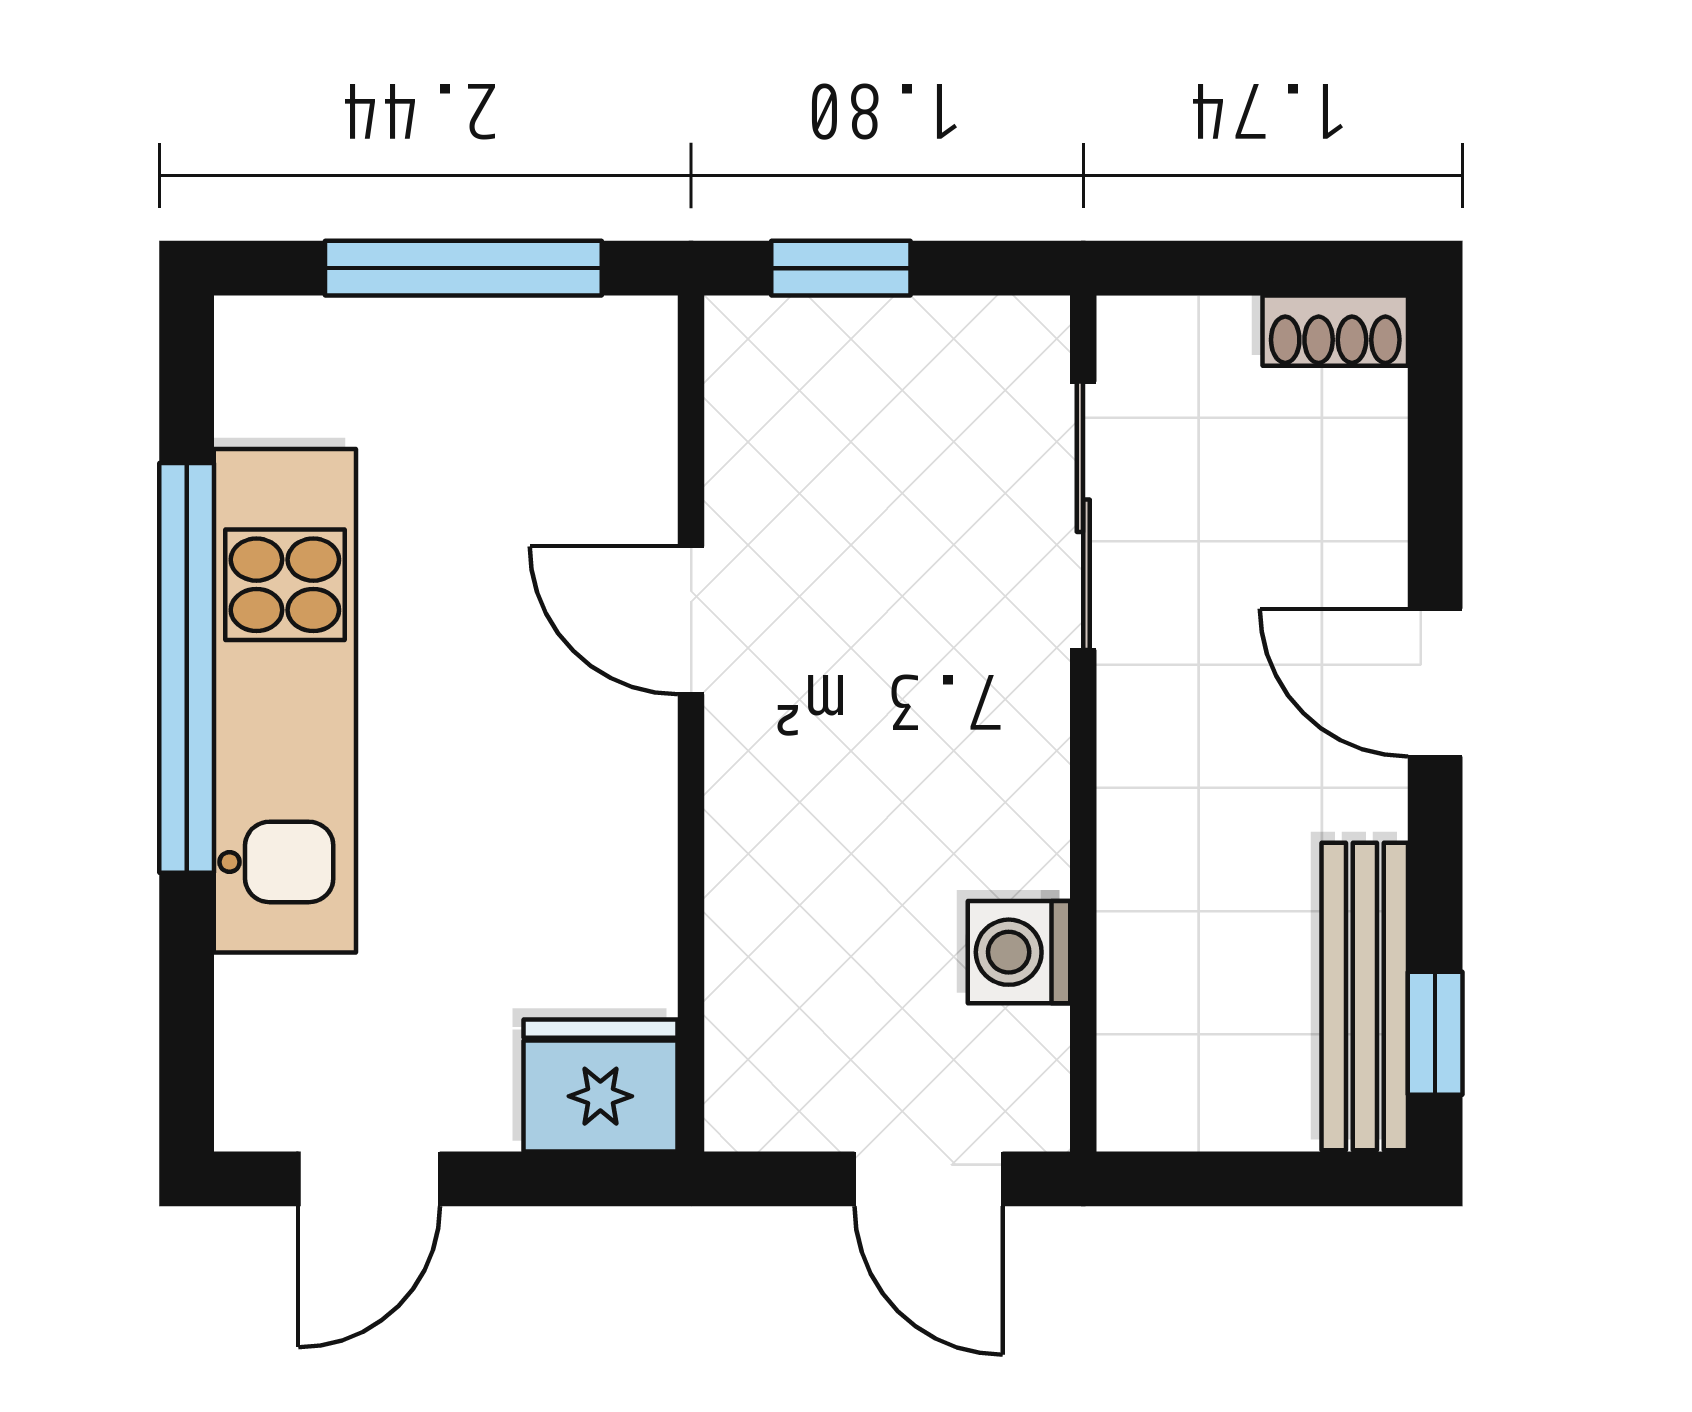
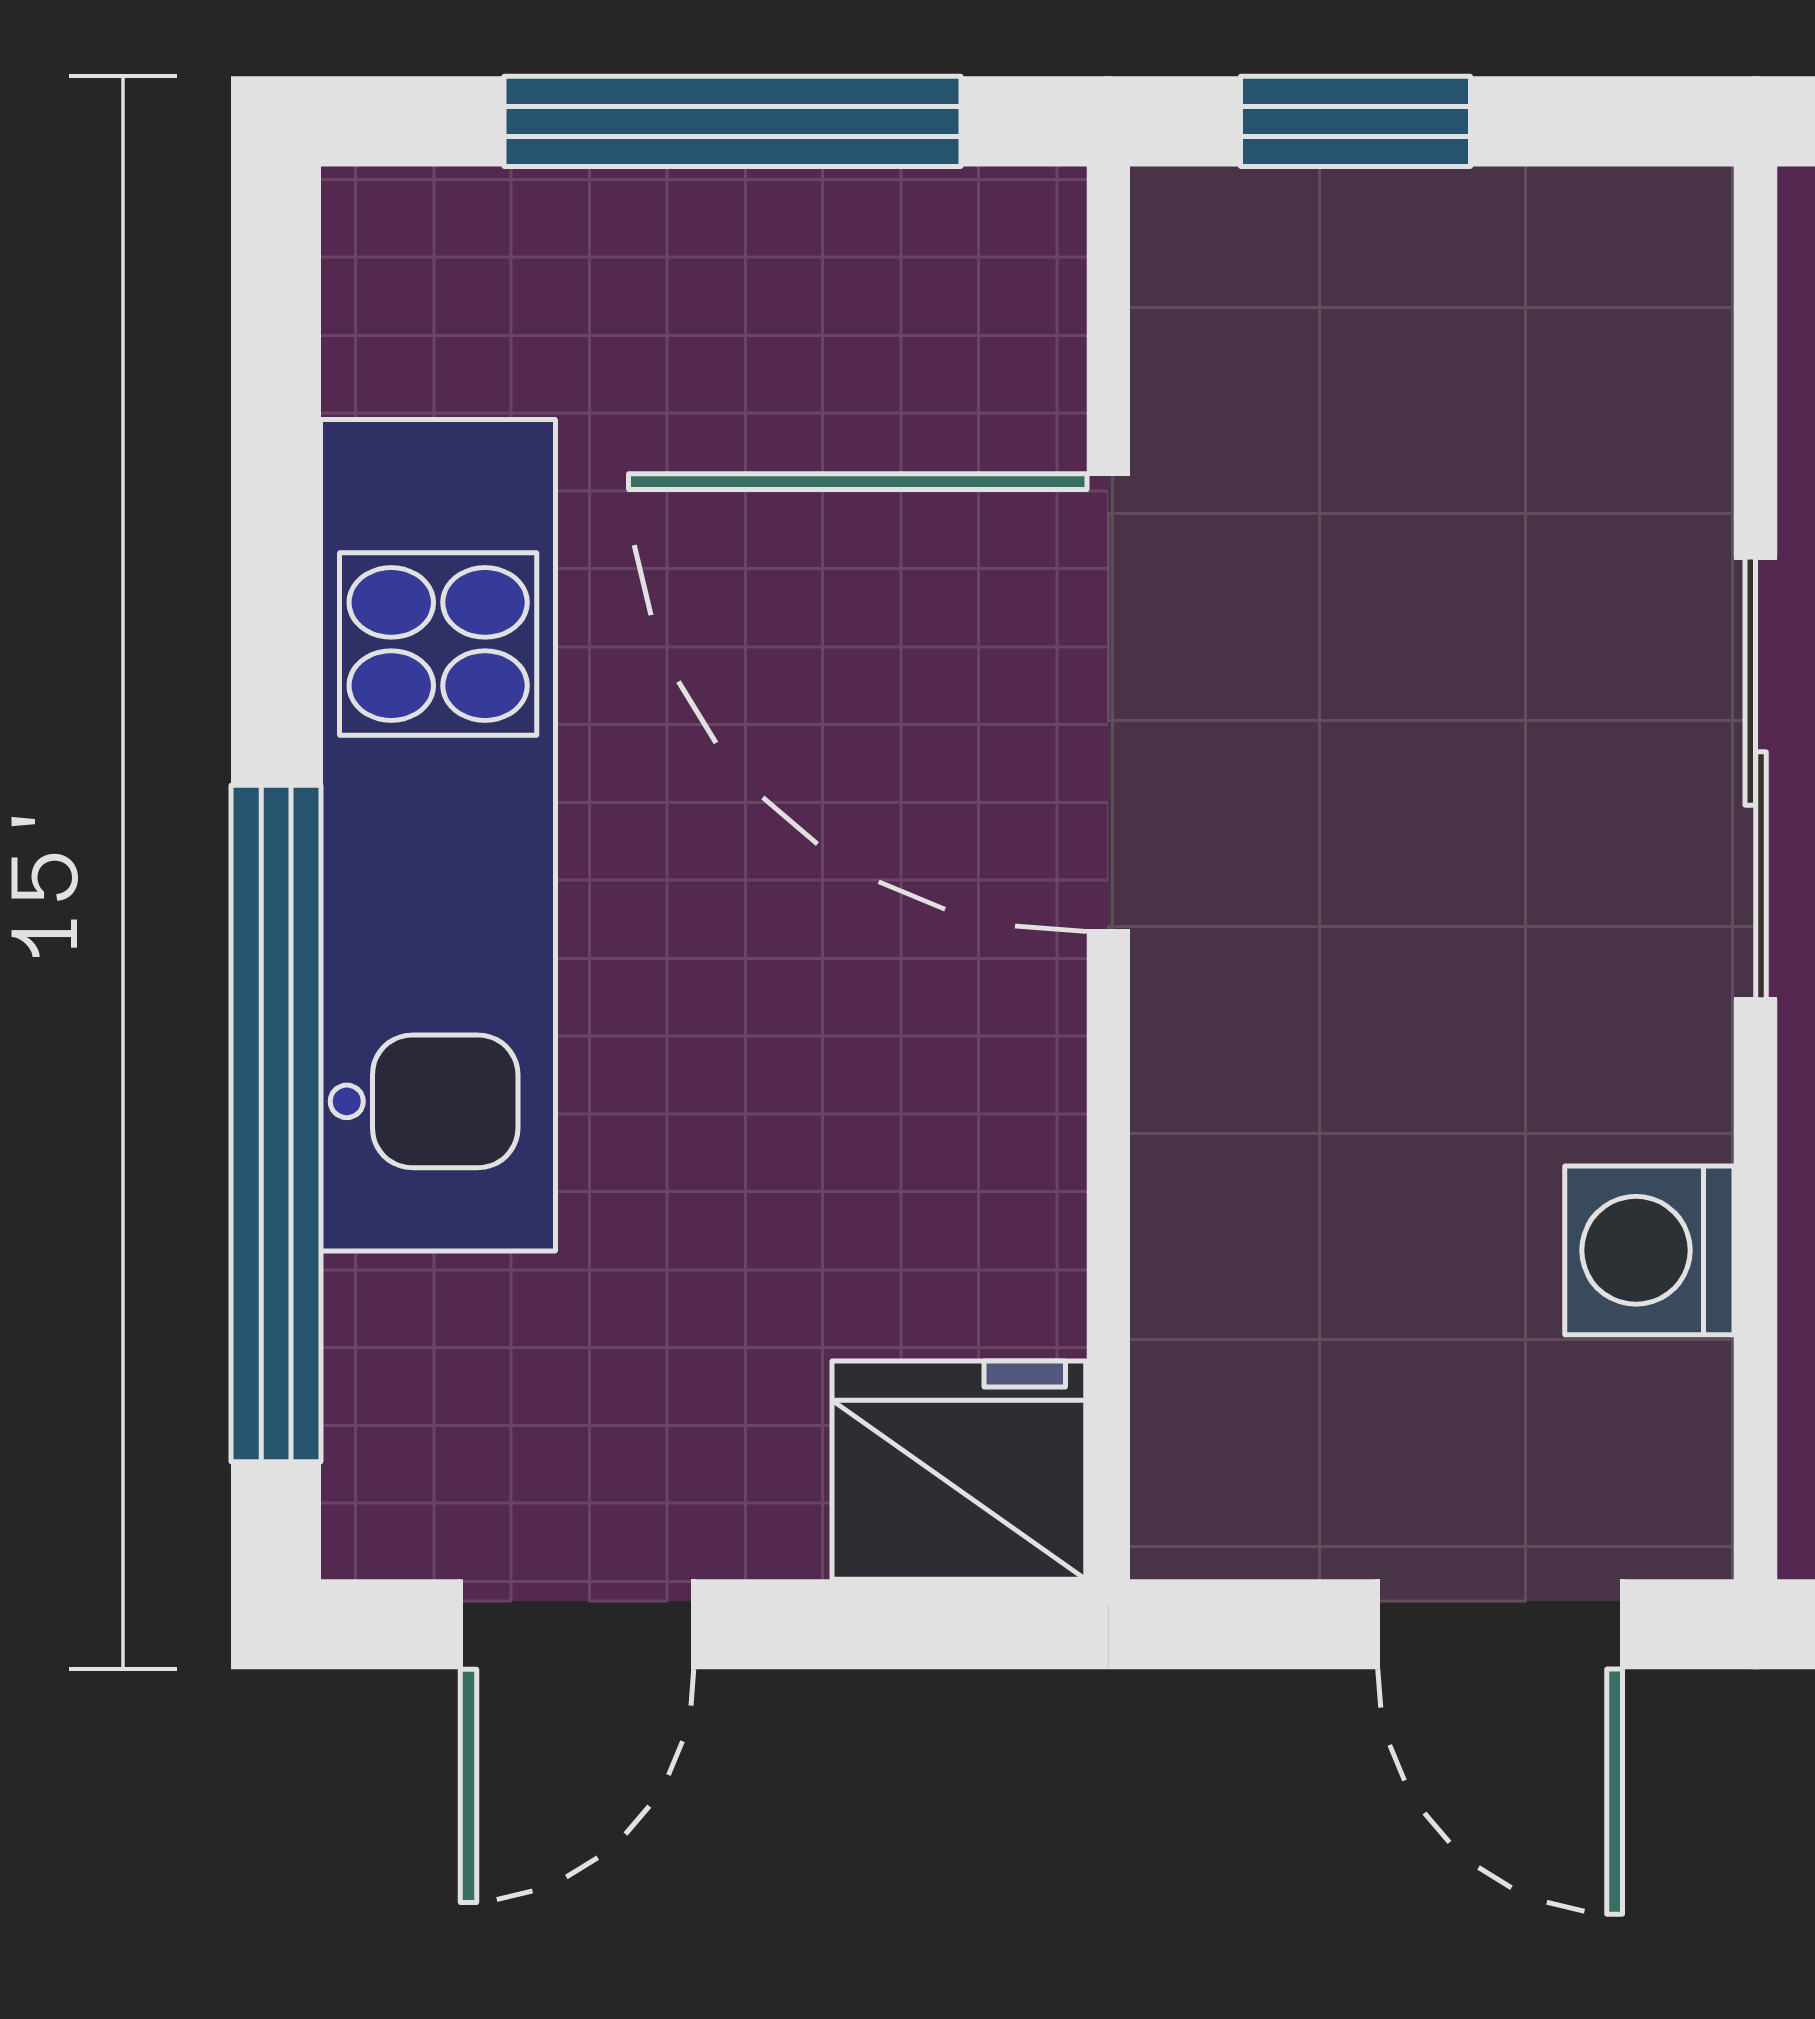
sliding door: (1083, 516) -> (1756, 778), moved
door: (691, 620) -> (1108, 703), width x1.87
window: (187, 668) -> (276, 1124), moved

